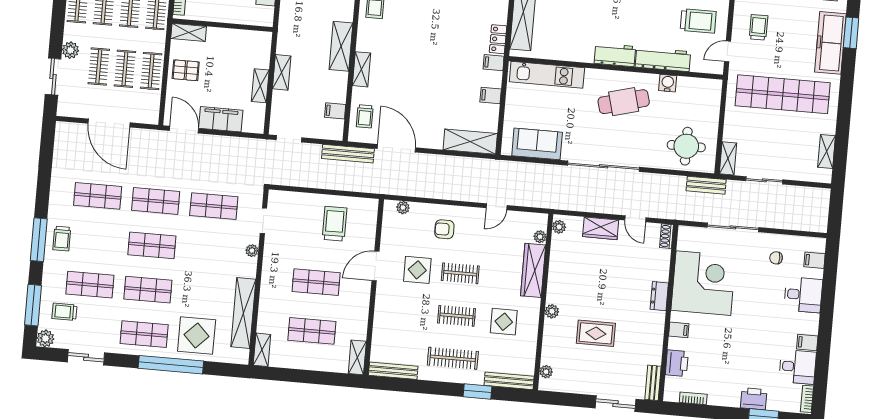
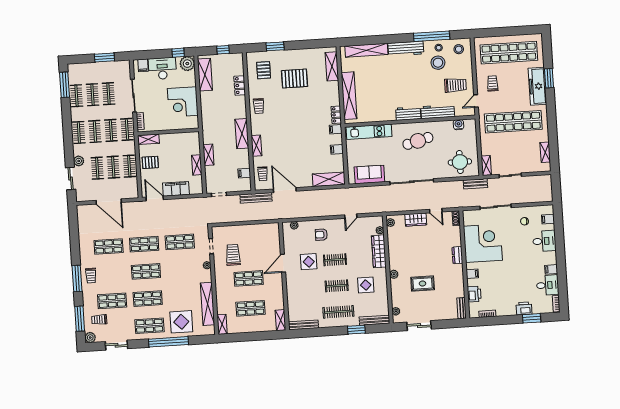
water cooler: (668, 83) -> (459, 125), moved
trolley: (335, 224) -> (233, 255), moved
sliding door: (616, 404) -> (419, 326), moved

